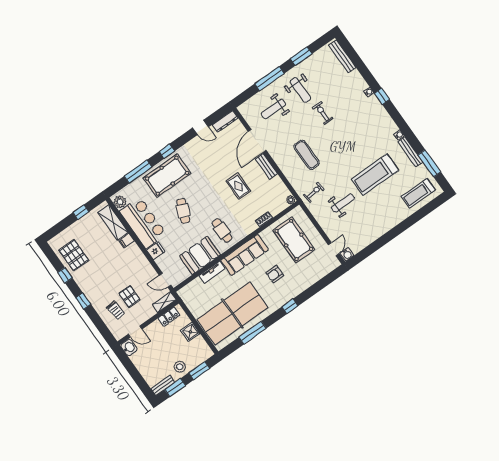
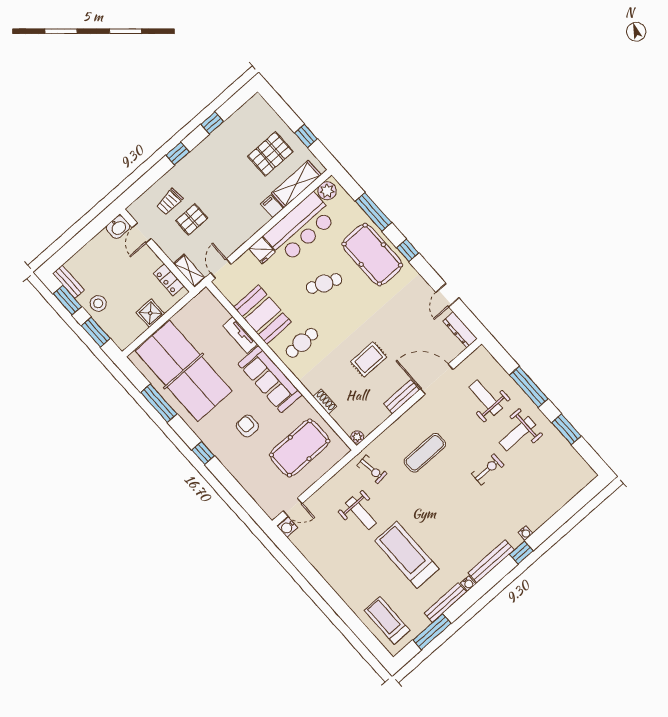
bench: (342, 56) -> (491, 561), moved
pallet: (74, 255) -> (270, 154), moved

